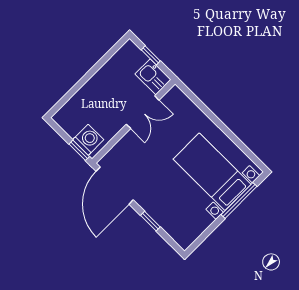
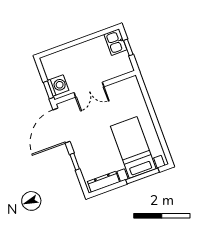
kitchen sink: (153, 77) -> (115, 42), moved
double door: (143, 112) -> (89, 90), moved
dresser: (196, 229) -> (103, 182), added

